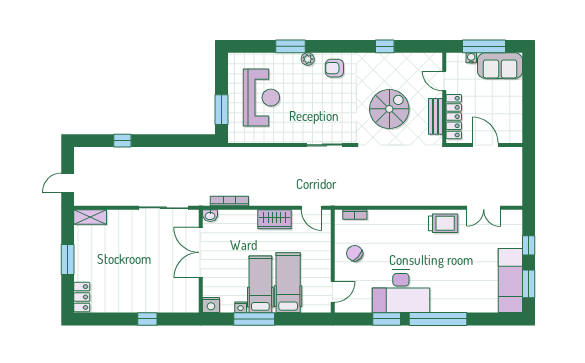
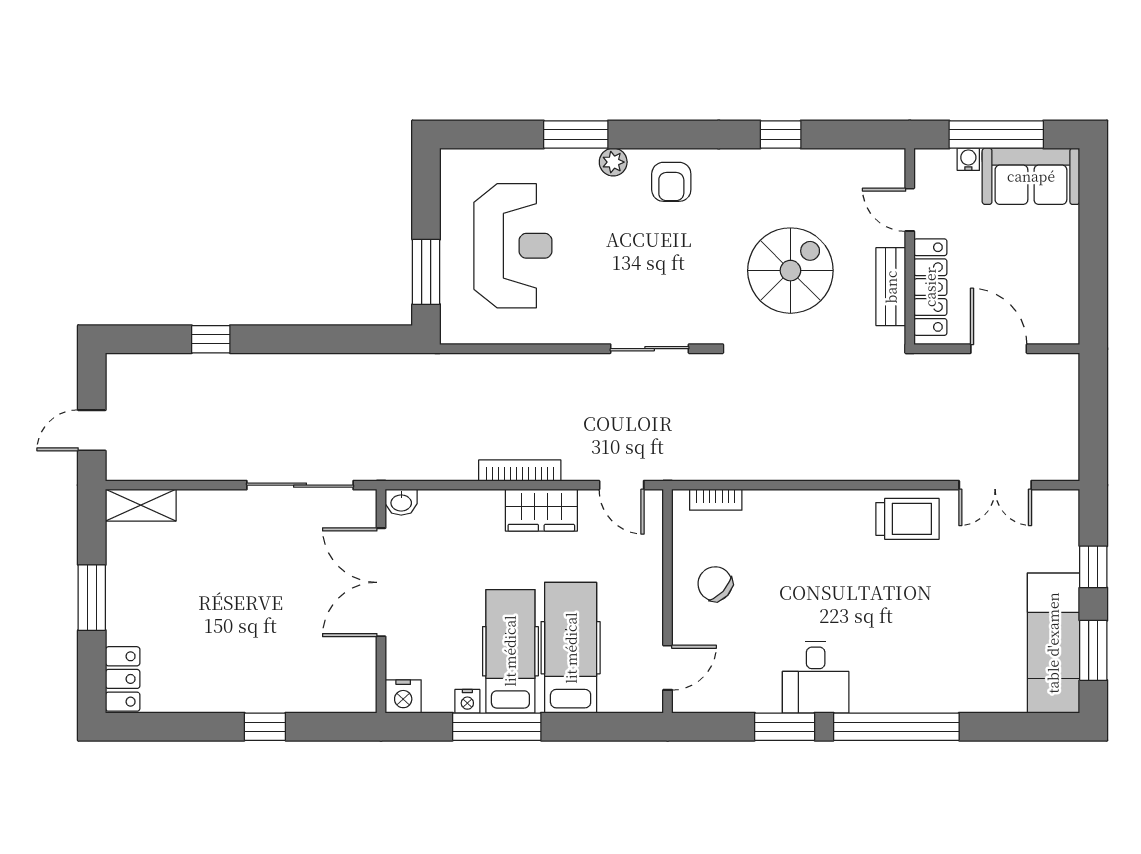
armchair: (334, 68) -> (671, 182), turned -90
bookcase: (229, 201) -> (520, 471), moved
desk: (401, 291) -> (816, 677), width x0.53, depth x0.77

